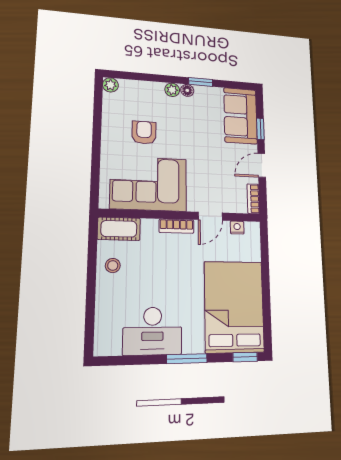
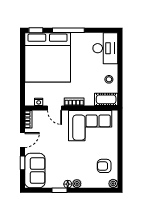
armchair: (144, 133) -> (104, 166), moved, turned 90
door: (210, 216) -> (54, 108), swing flipped
bed: (234, 307) -> (48, 57), width x1.36
desk: (152, 331) -> (105, 48), moved, turned 90
window: (187, 359) -> (68, 30), width x1.44

